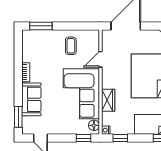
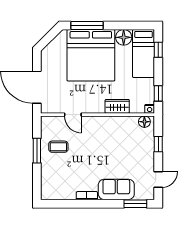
window: (41, 26) -> (37, 151), moved
corner sofa: (81, 94) -> (110, 135), removed
window: (84, 138) -> (158, 144), moved

